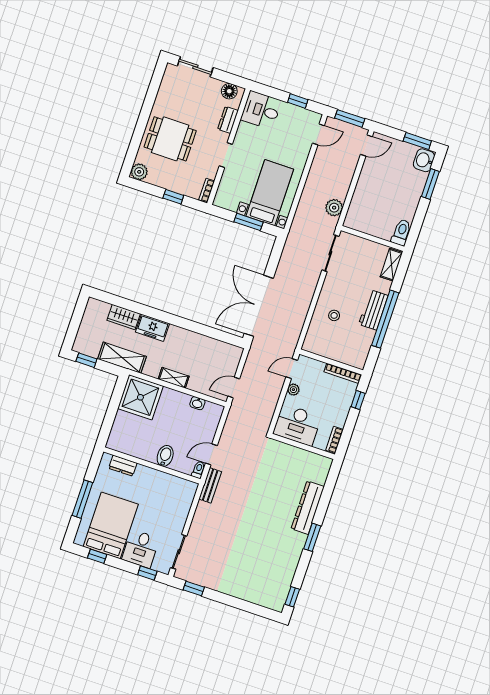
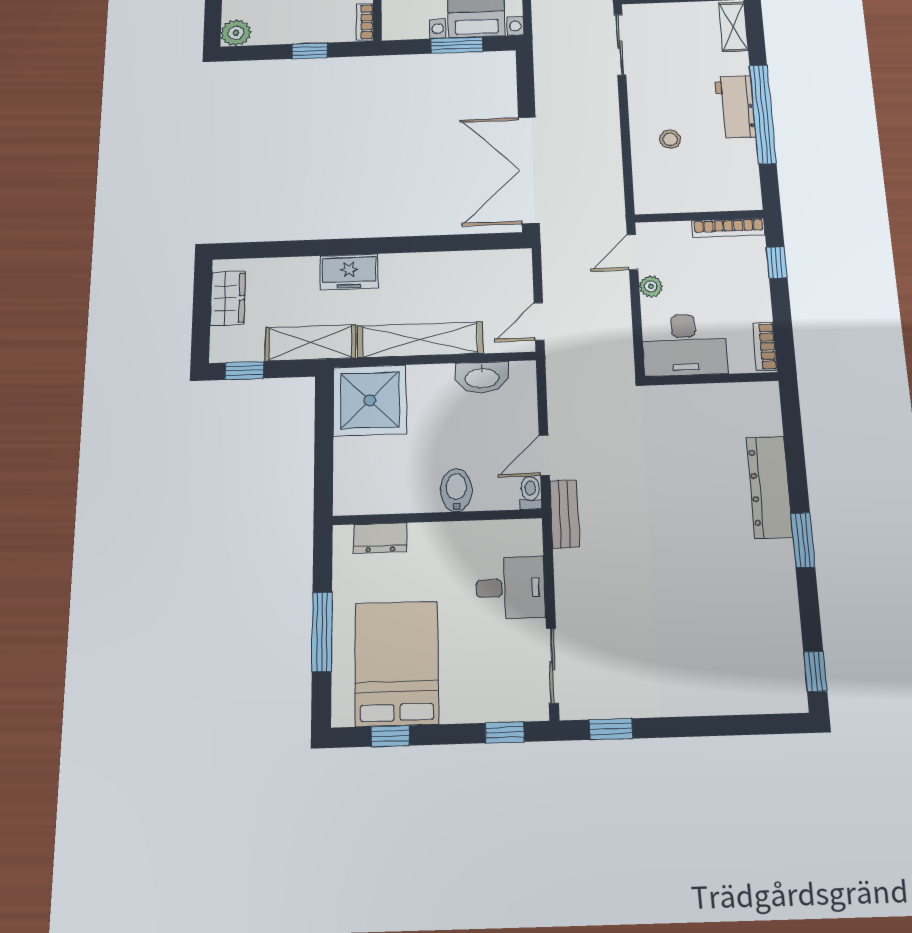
wardrobe: (124, 317) -> (228, 298), moved, turned -90
shelving: (174, 378) -> (420, 340), width x2.20, depth x1.33
washbasin: (197, 403) -> (482, 377), width x1.91, depth x1.45
desk: (141, 549) -> (510, 588), moved, turned -90

